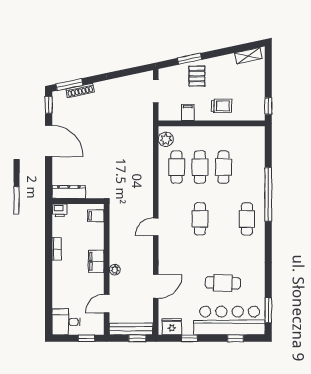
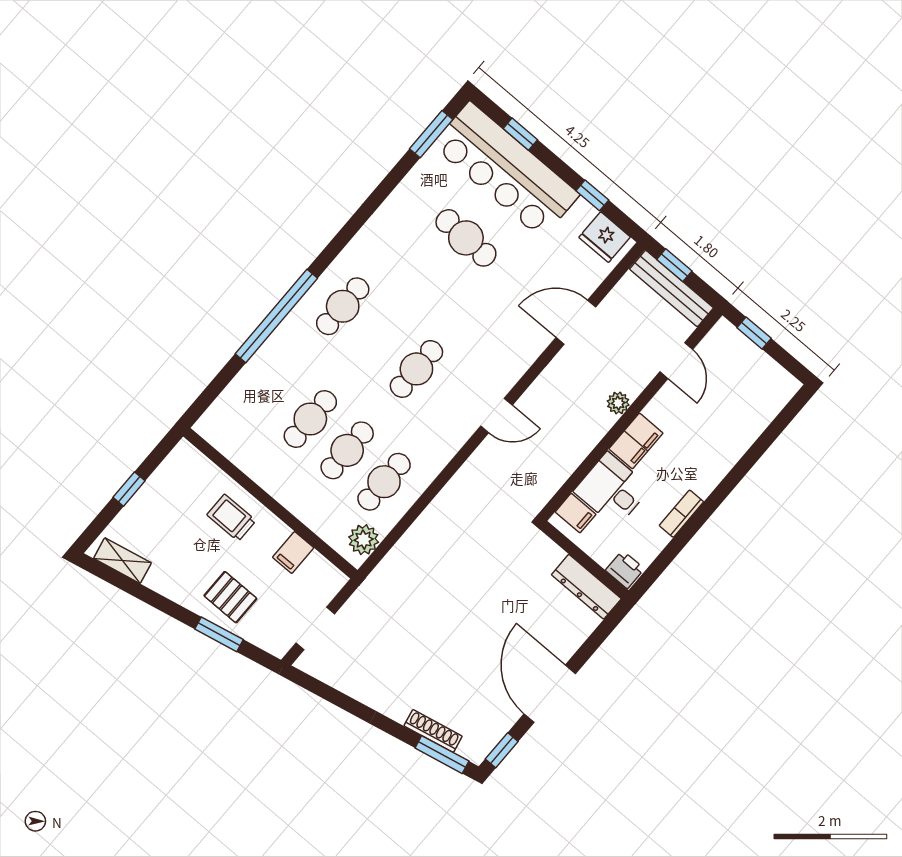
pallet: (197, 76) -> (230, 597), turned 90
window: (268, 106) -> (129, 489), moved
door: (107, 304) -> (676, 361), hinge flipped
desk: (66, 322) -> (612, 490), moved, turned 180

